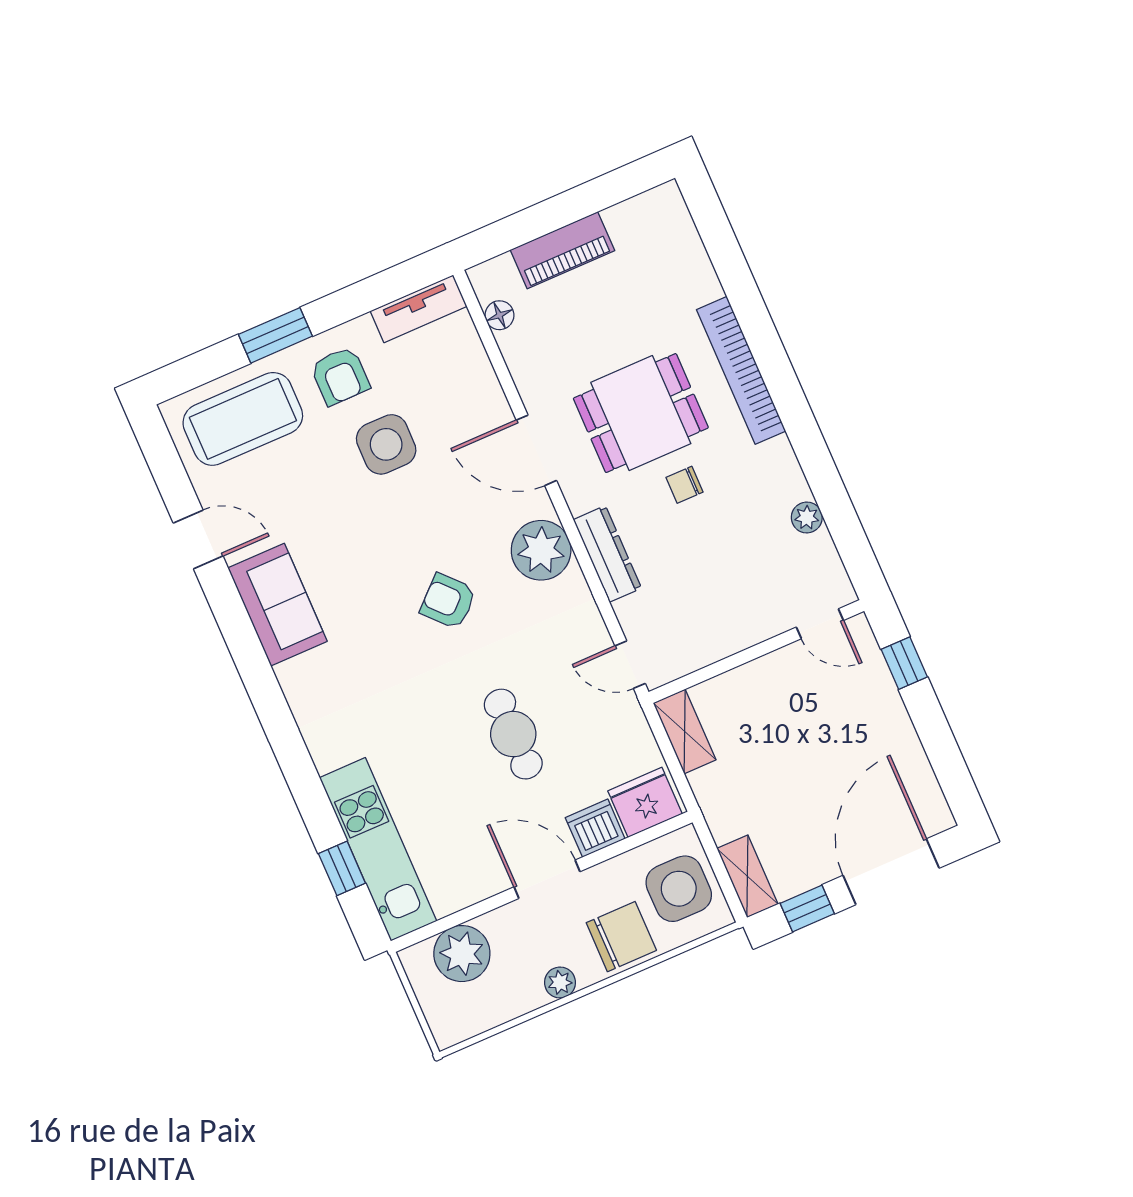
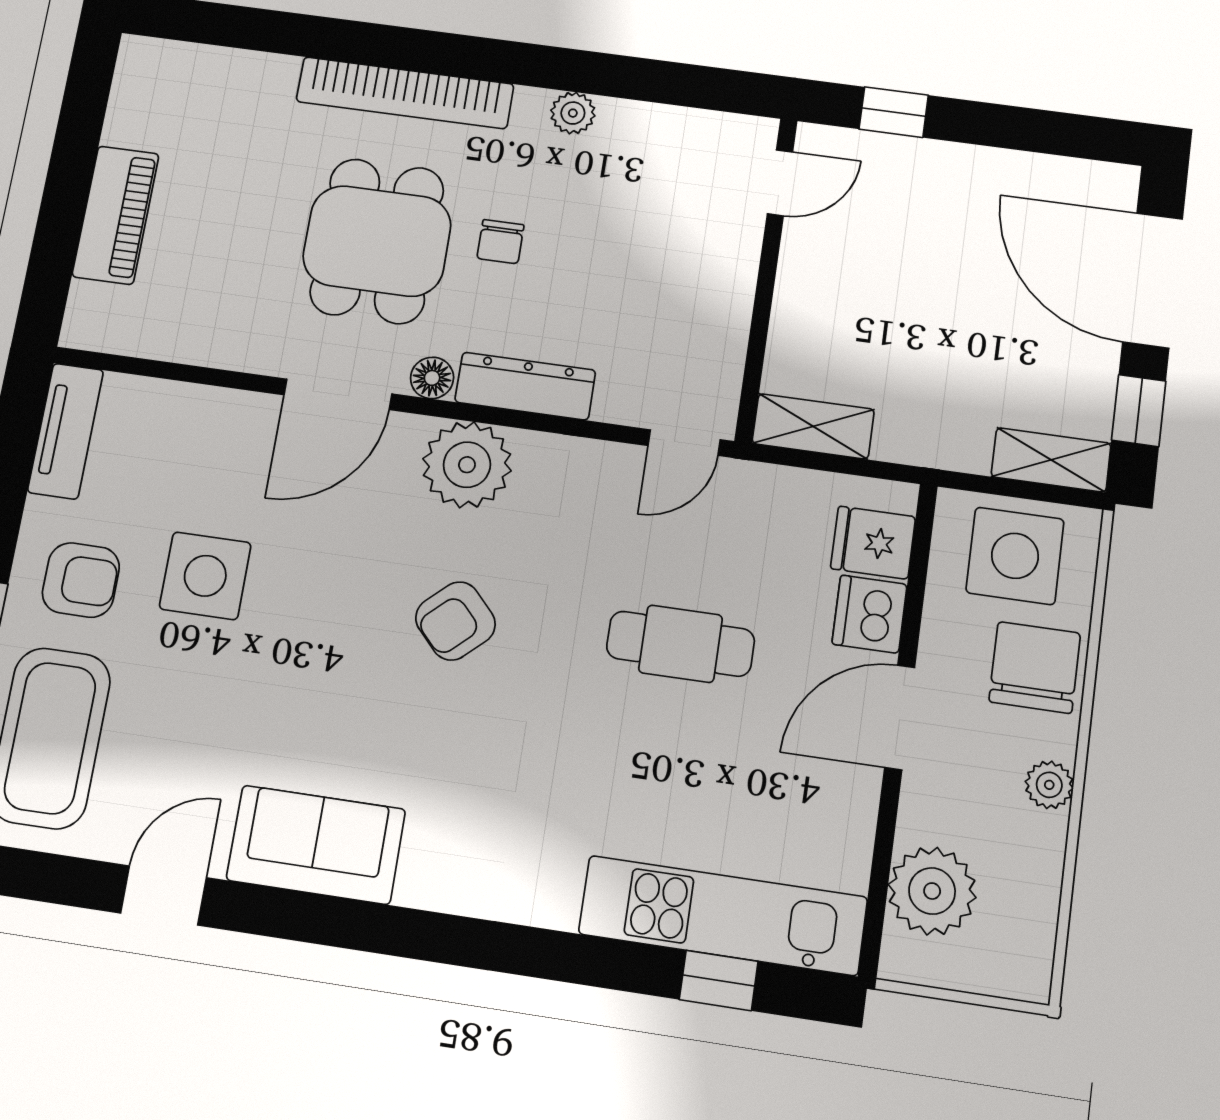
floor lamp: (499, 315) -> (432, 378), moved
plant: (807, 517) -> (573, 113), moved
fridge: (645, 802) -> (873, 543), width x0.72

